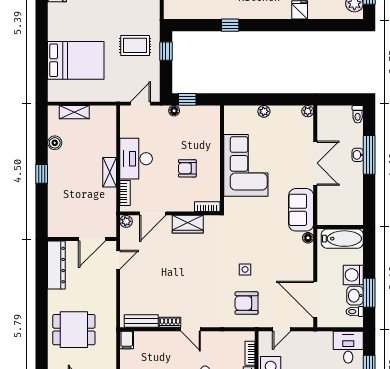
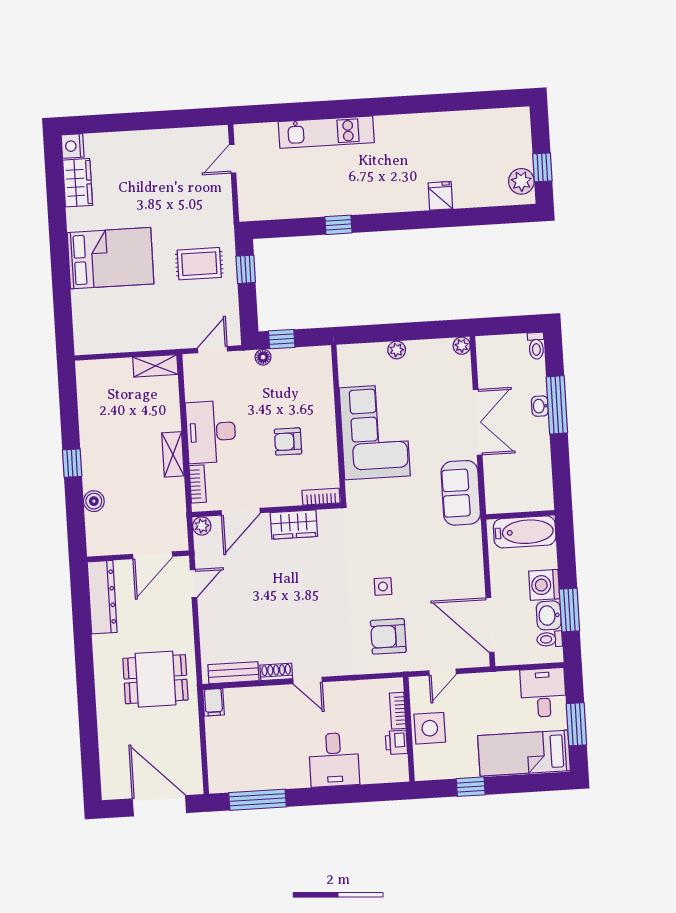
bed: (76, 60) -> (111, 258), moved
shelving: (74, 112) -> (155, 366), moved
boiler: (55, 143) -> (94, 501), moved
floor lamp: (308, 238) -> (474, 534), removed
dining table: (74, 330) -> (155, 679), moved

